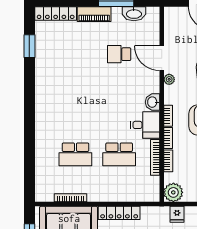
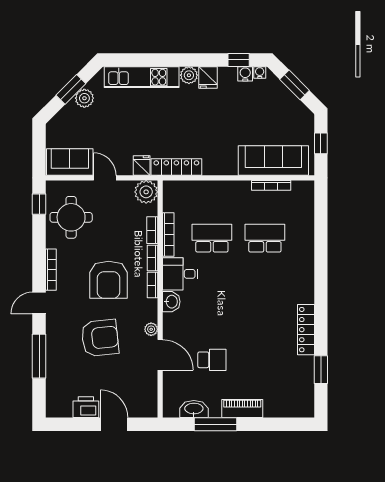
locker: (56, 13) -> (306, 330), moved, turned -90
locker: (119, 213) -> (176, 167), moved

